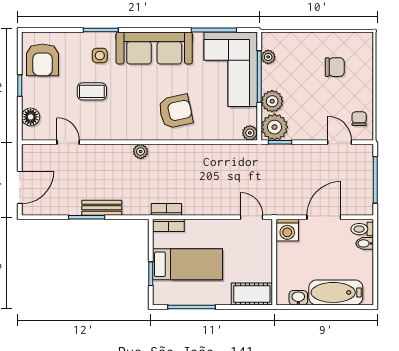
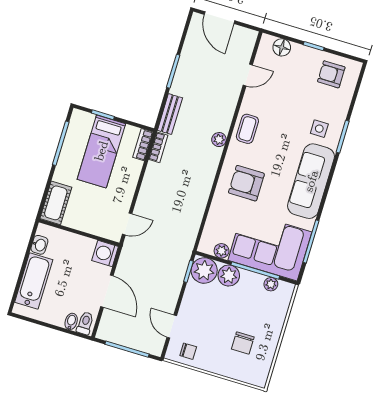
armchair: (42, 60) -> (331, 74), width x0.72, depth x0.72
coffee table: (92, 91) -> (247, 129), moved
armchair: (176, 111) -> (246, 183), turned 102
plant: (250, 133) -> (222, 251), moved
door: (340, 142) -> (172, 326), swing flipped
bench: (102, 208) -> (170, 114), moved

